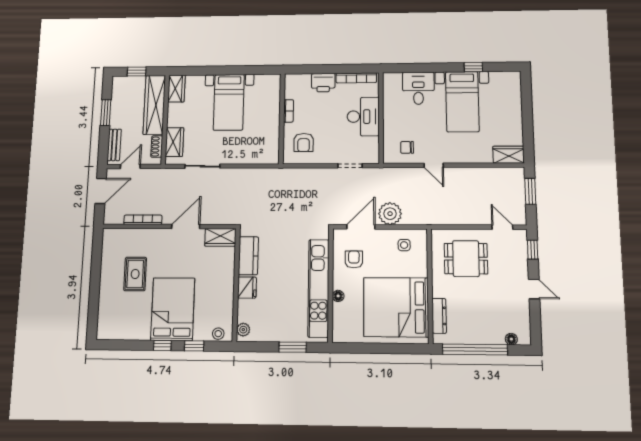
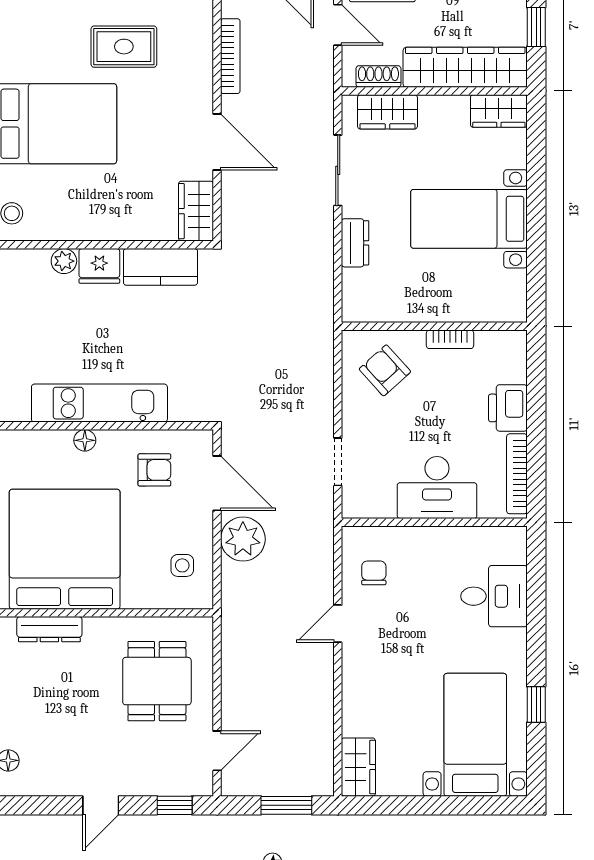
bed with nightstands: (462, 102) -> (475, 735), moved, turned 90
armchair: (304, 143) -> (385, 370), turned 48
dresser: (239, 158) -> (355, 243), added
kitchen unit: (319, 288) -> (99, 403), width x0.73
plant: (243, 330) -> (64, 261), moved

